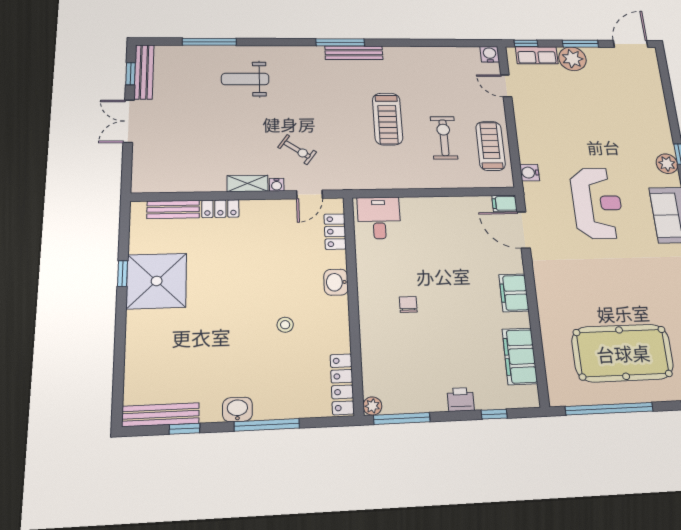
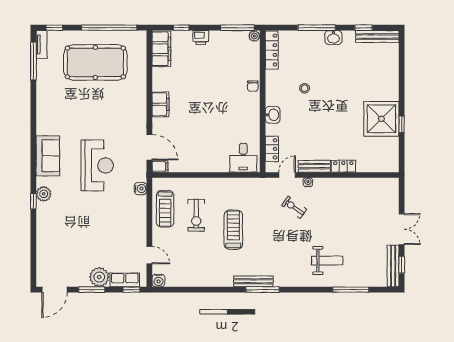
shelving: (247, 183) -> (326, 183), removed
reception desk: (597, 203) -> (97, 165), turned 180
bench: (173, 209) -> (314, 166), moved
chair: (408, 304) -> (253, 86), moved
filing cabinet: (520, 356) -> (161, 49), moved

